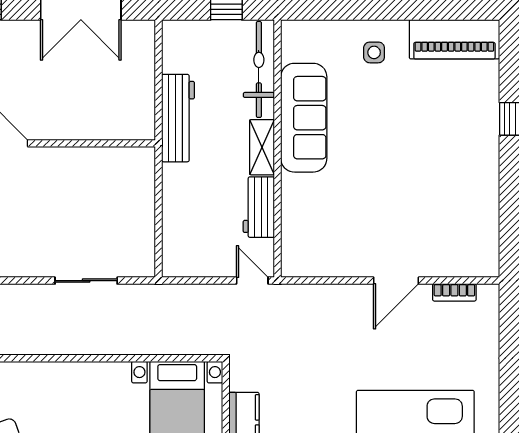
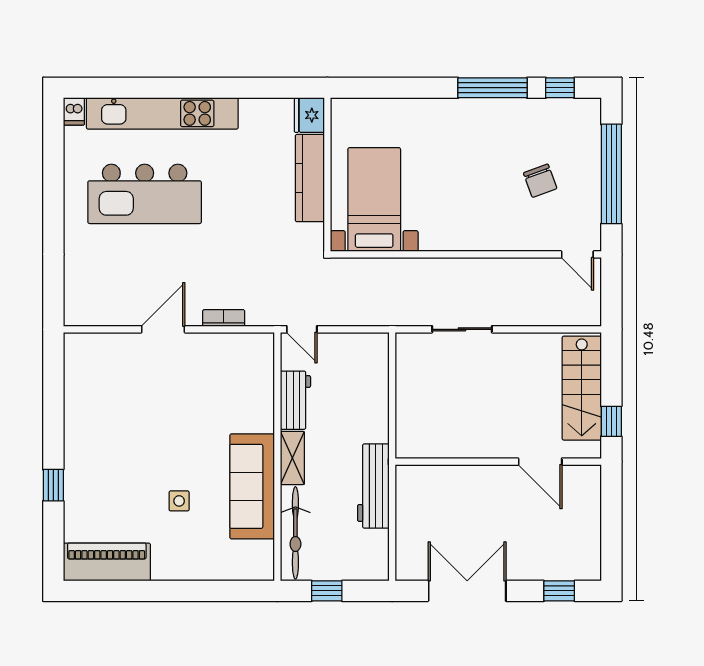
side table: (374, 52) -> (179, 501), moved
bookcase: (454, 292) -> (224, 318), moved

